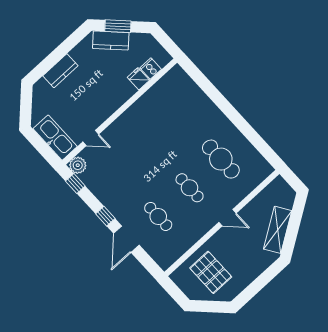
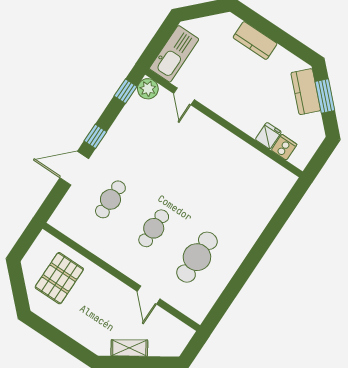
door: (228, 218) -> (149, 295), moved
shelving: (278, 230) -> (129, 348), width x0.67, depth x0.75

